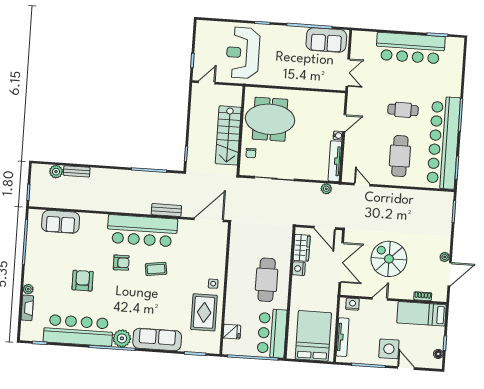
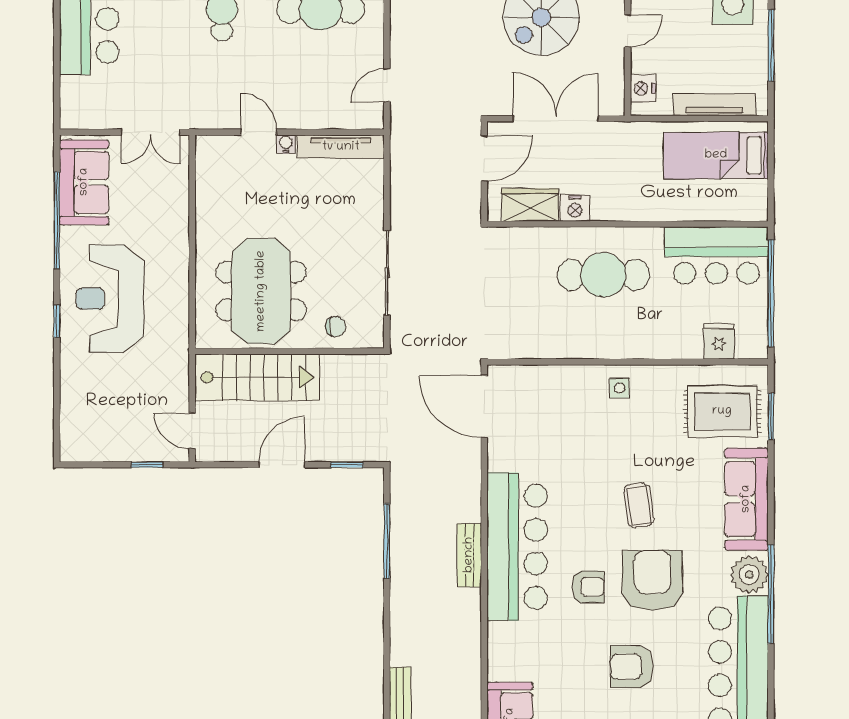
reception desk: (243, 53) -> (110, 299), moved, turned 90
double door: (348, 73) -> (151, 132), swing flipped
door: (188, 123) -> (282, 465), added
stairs: (228, 135) -> (257, 377), moved
plant: (326, 189) -> (401, 161), removed
bench: (166, 210) -> (469, 555), moved
armchair: (121, 263) -> (588, 587), turned 91
coffee table: (156, 269) -> (639, 505), moved
armchair: (122, 293) -> (653, 580), added
door: (380, 299) -> (628, 31), swing flipped
rug: (204, 312) -> (722, 411), moved
bed: (313, 336) -> (716, 155), width x0.67

